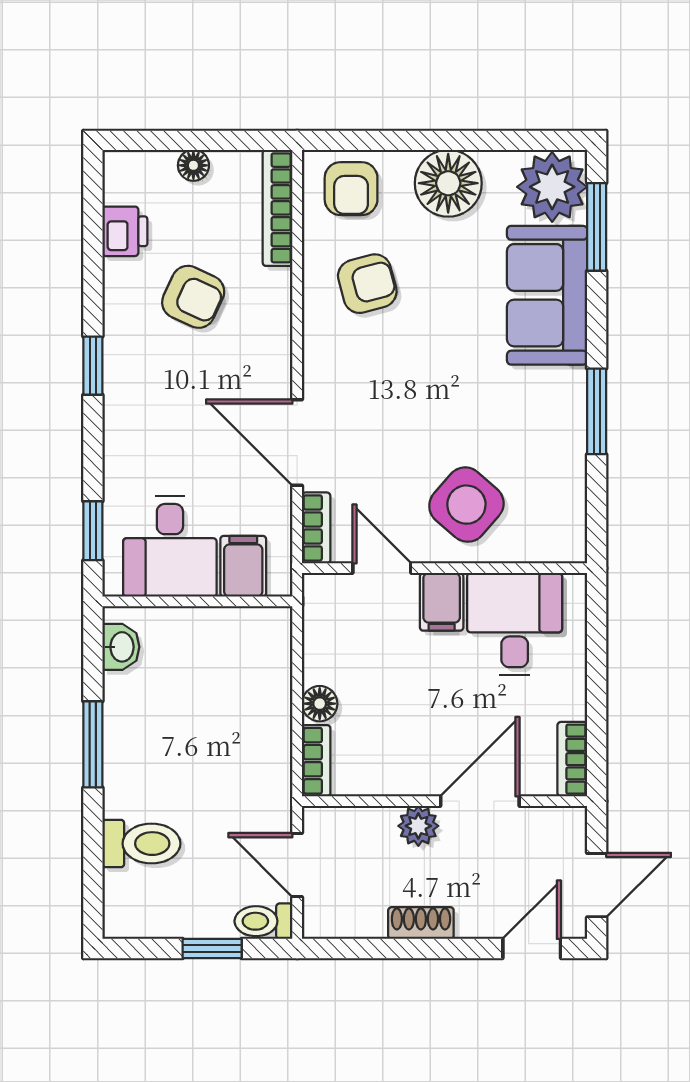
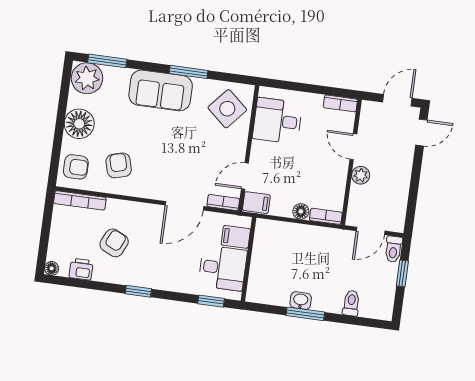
floor lamp: (193, 165) -> (52, 268), moved
sofa: (547, 295) -> (161, 90), moved
side table: (466, 505) -> (227, 109), moved
filing cabinet: (442, 602) -> (256, 203), moved
washbasin: (121, 647) -> (301, 301), moved
door: (480, 801) -> (353, 147), width x0.73
toilet: (141, 844) -> (351, 303), width x0.73, depth x0.72
door: (597, 885) -> (397, 100), hinge flipped
shoe rack: (421, 923) -> (404, 180), removed
door: (532, 949) -> (421, 133), swing flipped

